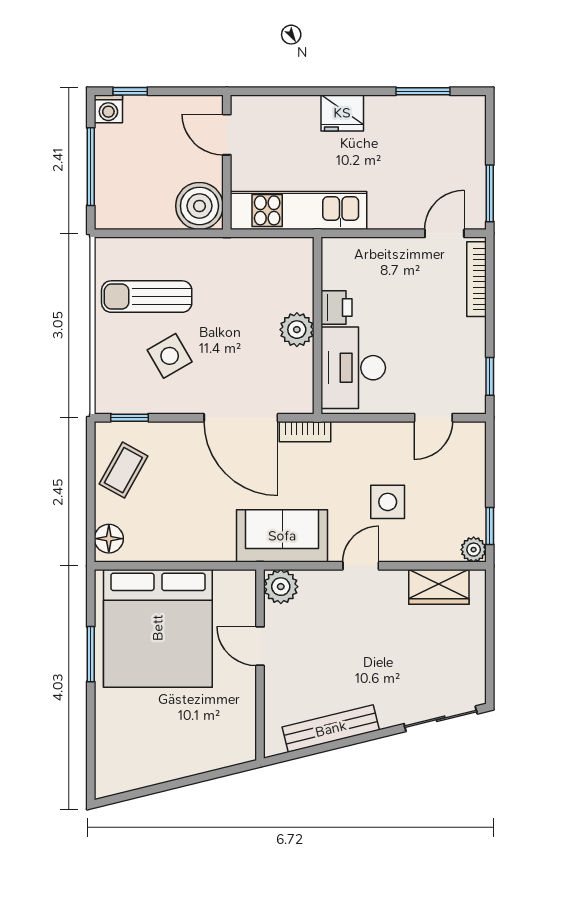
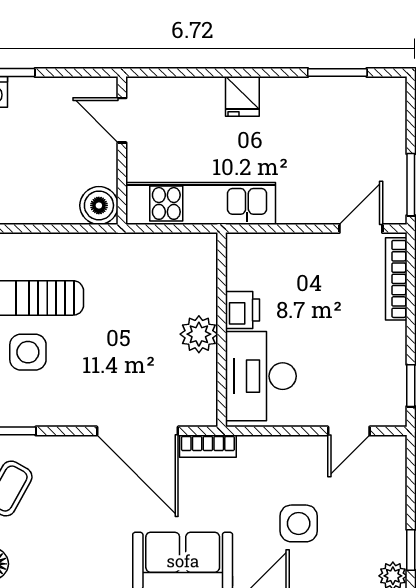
fridge: (342, 113) -> (242, 96), width x0.72
boiler: (199, 206) -> (99, 205), width x0.73, depth x0.73
side table: (170, 356) -> (28, 352), moved, turned 30

